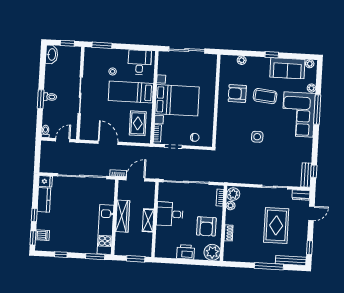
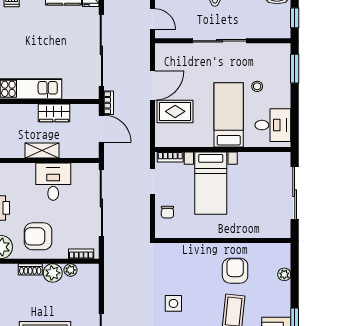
bed with nightstands: (177, 100) -> (211, 183), width x0.73
rug: (138, 123) -> (175, 111), moved
plant: (233, 194) -> (53, 273), moved
wardrobe: (123, 216) -> (54, 113), width x0.67

